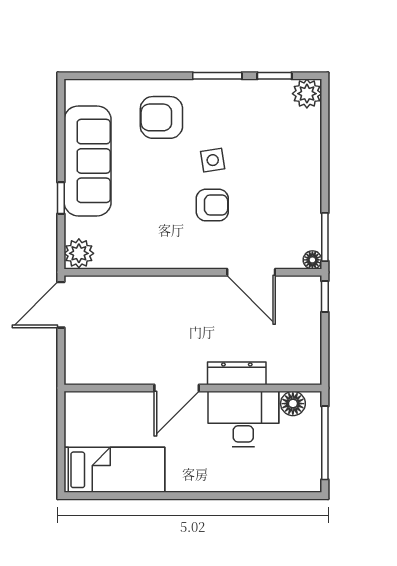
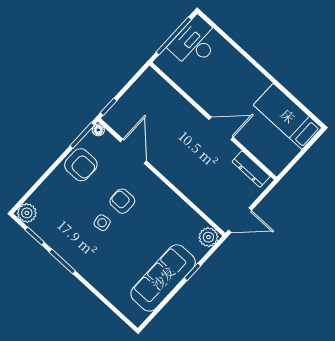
armchair: (161, 117) -> (81, 165), moved
dresser: (237, 373) -> (251, 169), moved
floor lamp: (293, 404) -> (172, 69), removed
desk: (243, 419) -> (195, 43), moved, turned 90

